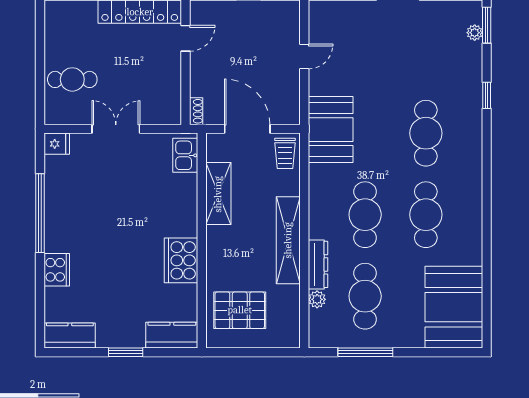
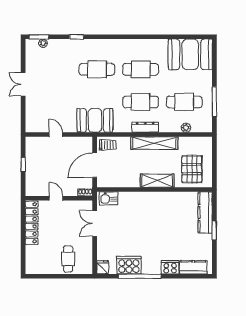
door: (185, 38) -> (56, 198), moved
double door: (116, 129) -> (95, 223), moved
shelving: (218, 194) -> (157, 181), moved
cooker: (181, 260) -> (129, 265), moved, turned 180
dresser: (318, 264) -> (145, 127), moved
kitchen counter: (172, 335) -> (205, 212), width x1.50
kitchen counter: (70, 336) -> (193, 267), moved, turned 90

